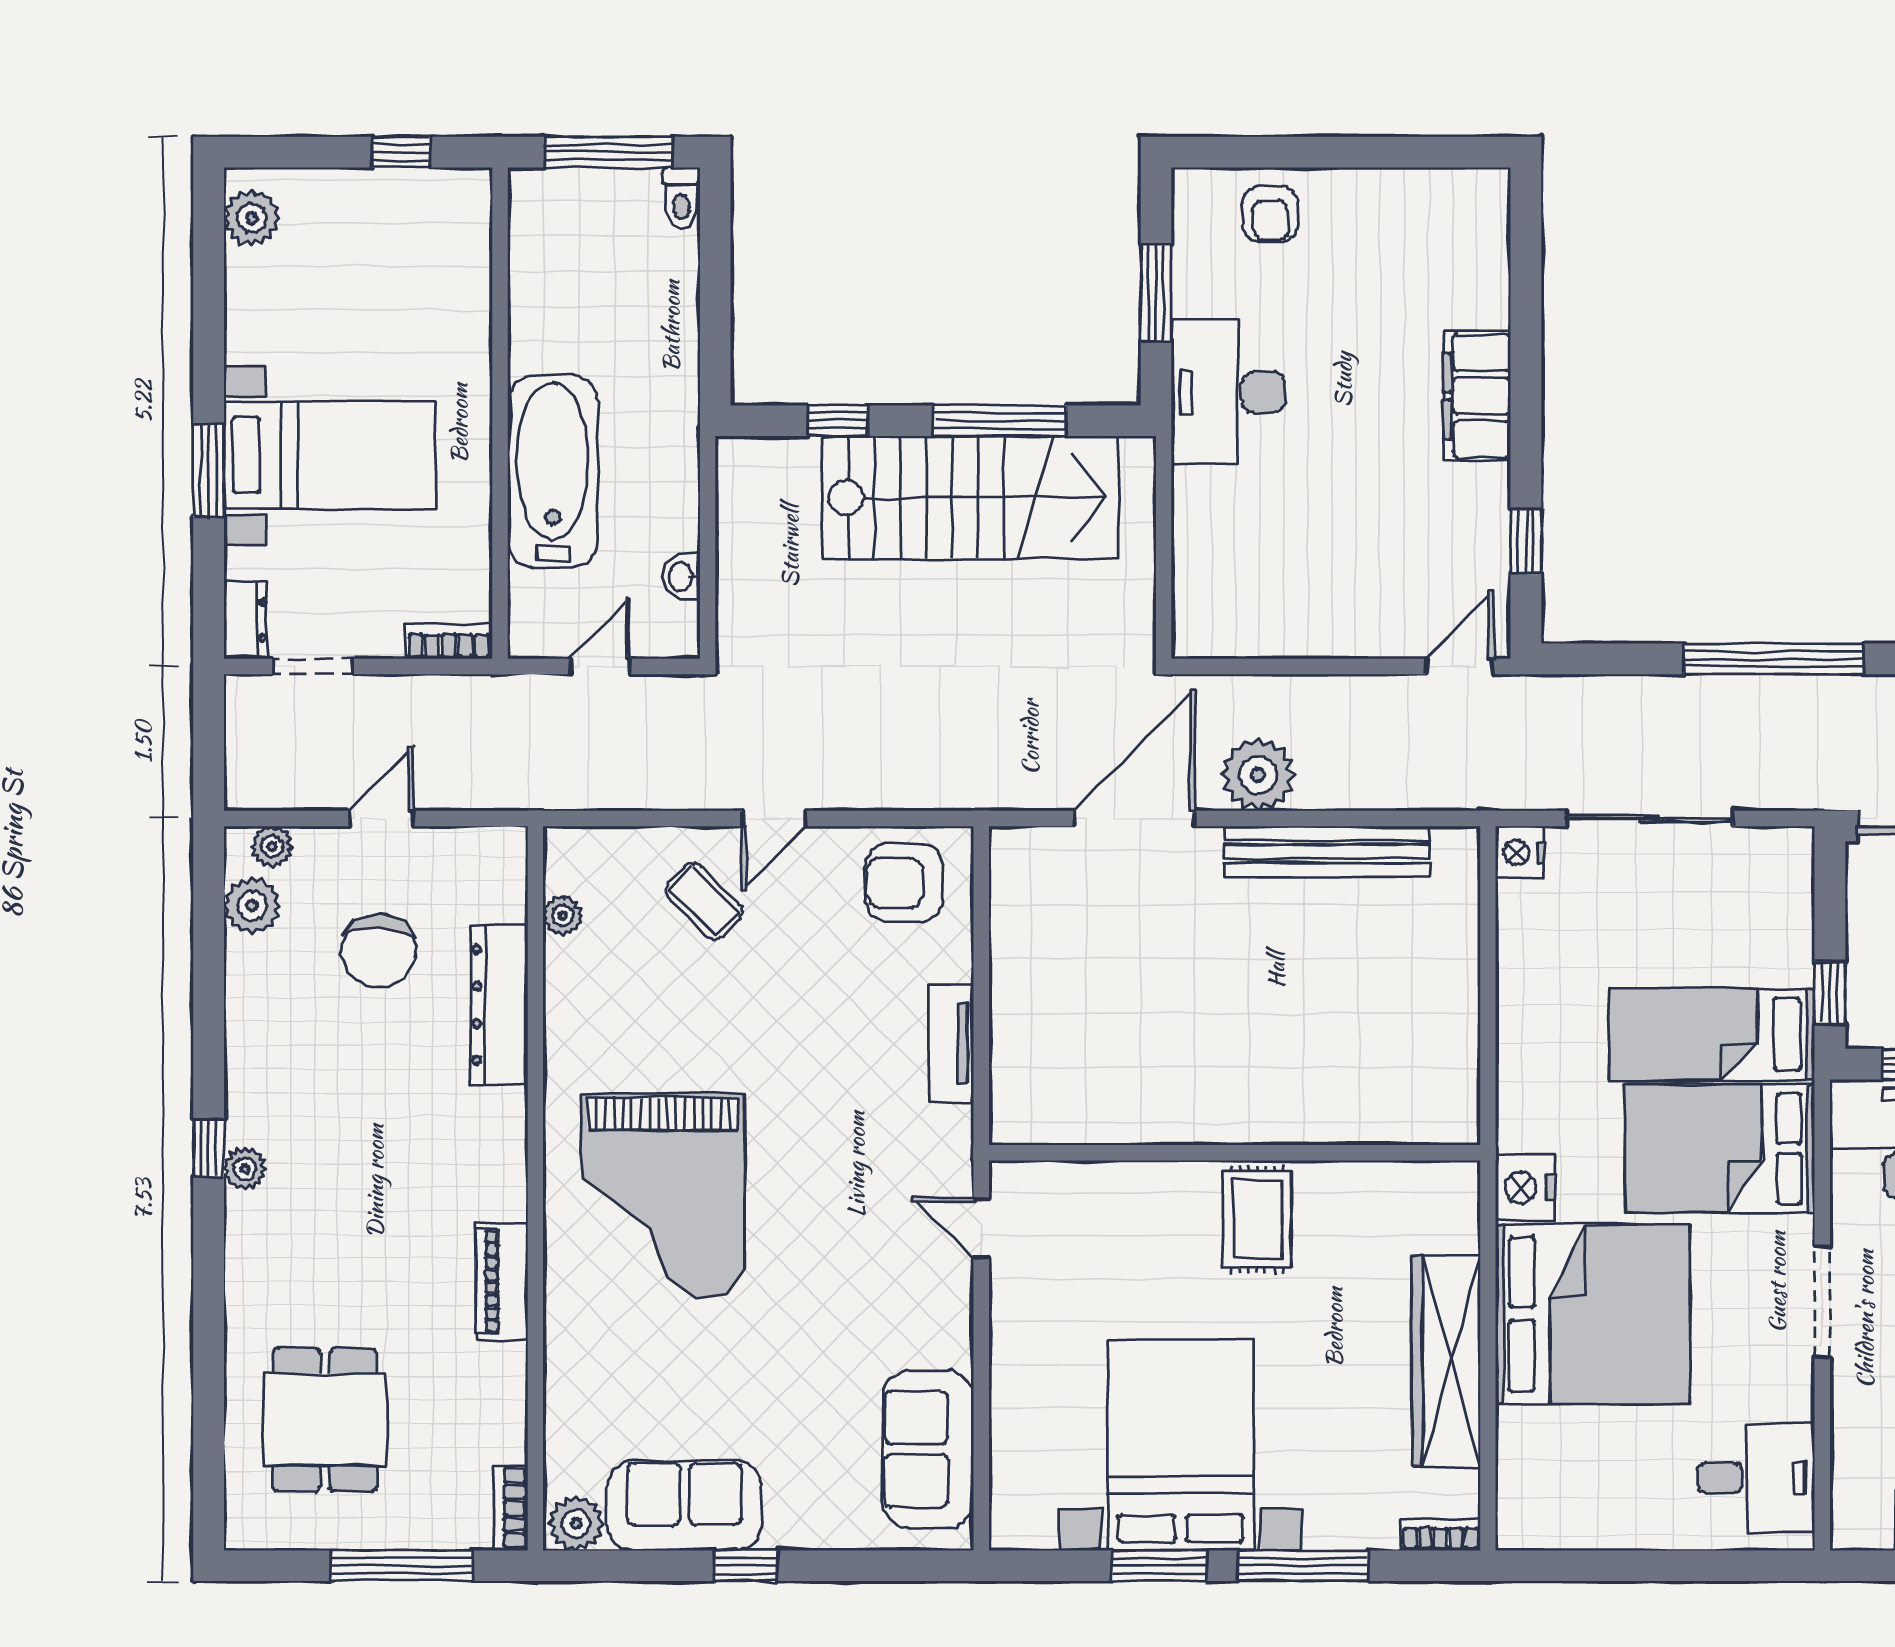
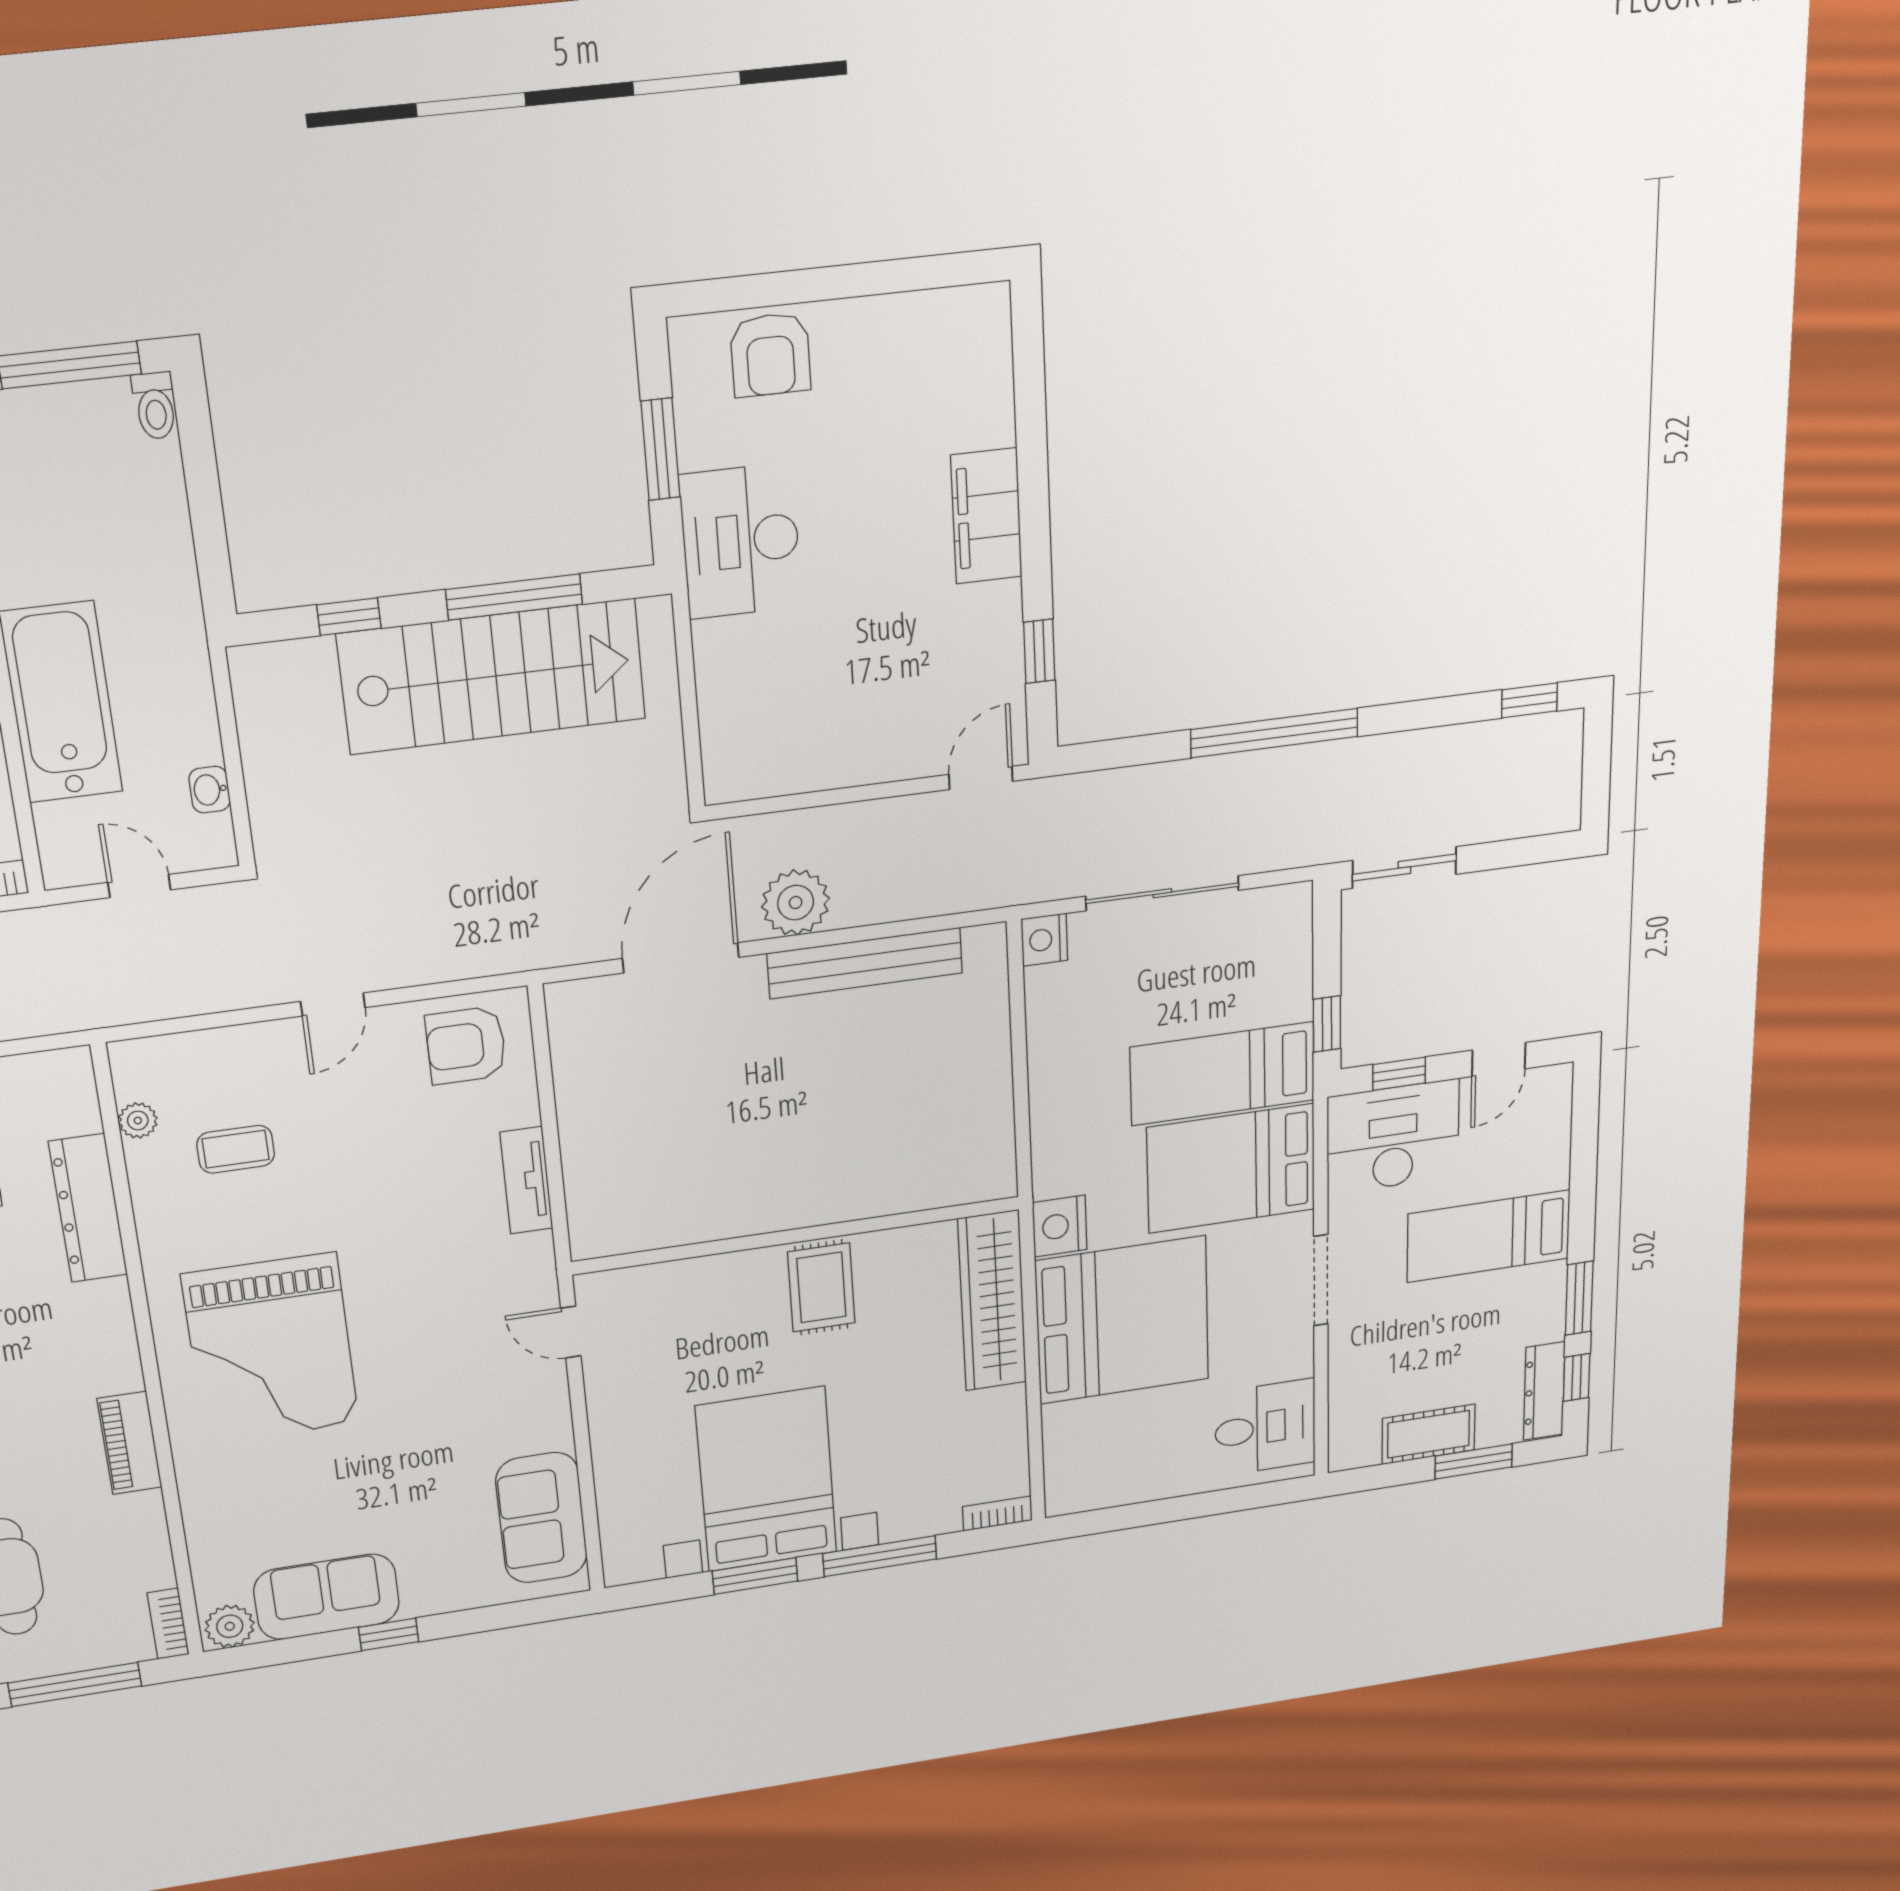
armchair: (1270, 214) -> (770, 355), width x1.38, depth x1.38
door: (600, 666) -> (139, 886), hinge flipped
coffee table: (704, 901) -> (236, 1149), moved, turned -45
wardrobe: (1446, 1361) -> (992, 1301), moved

